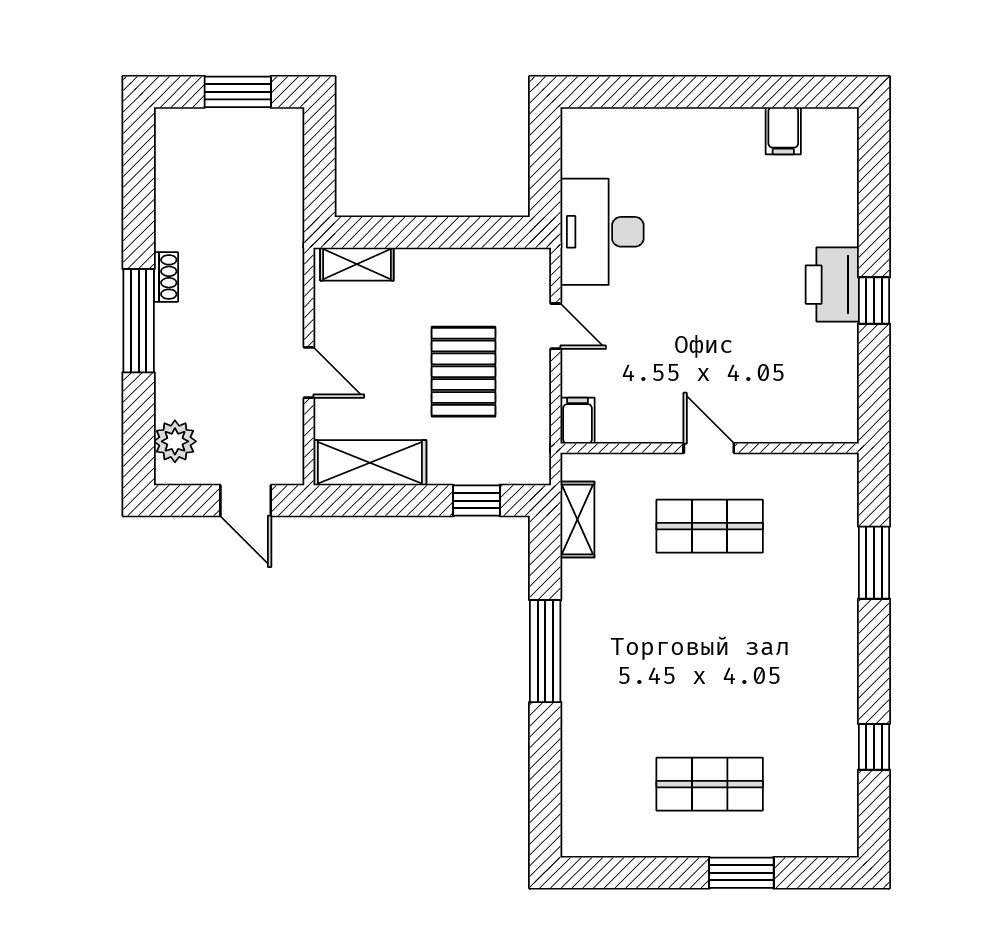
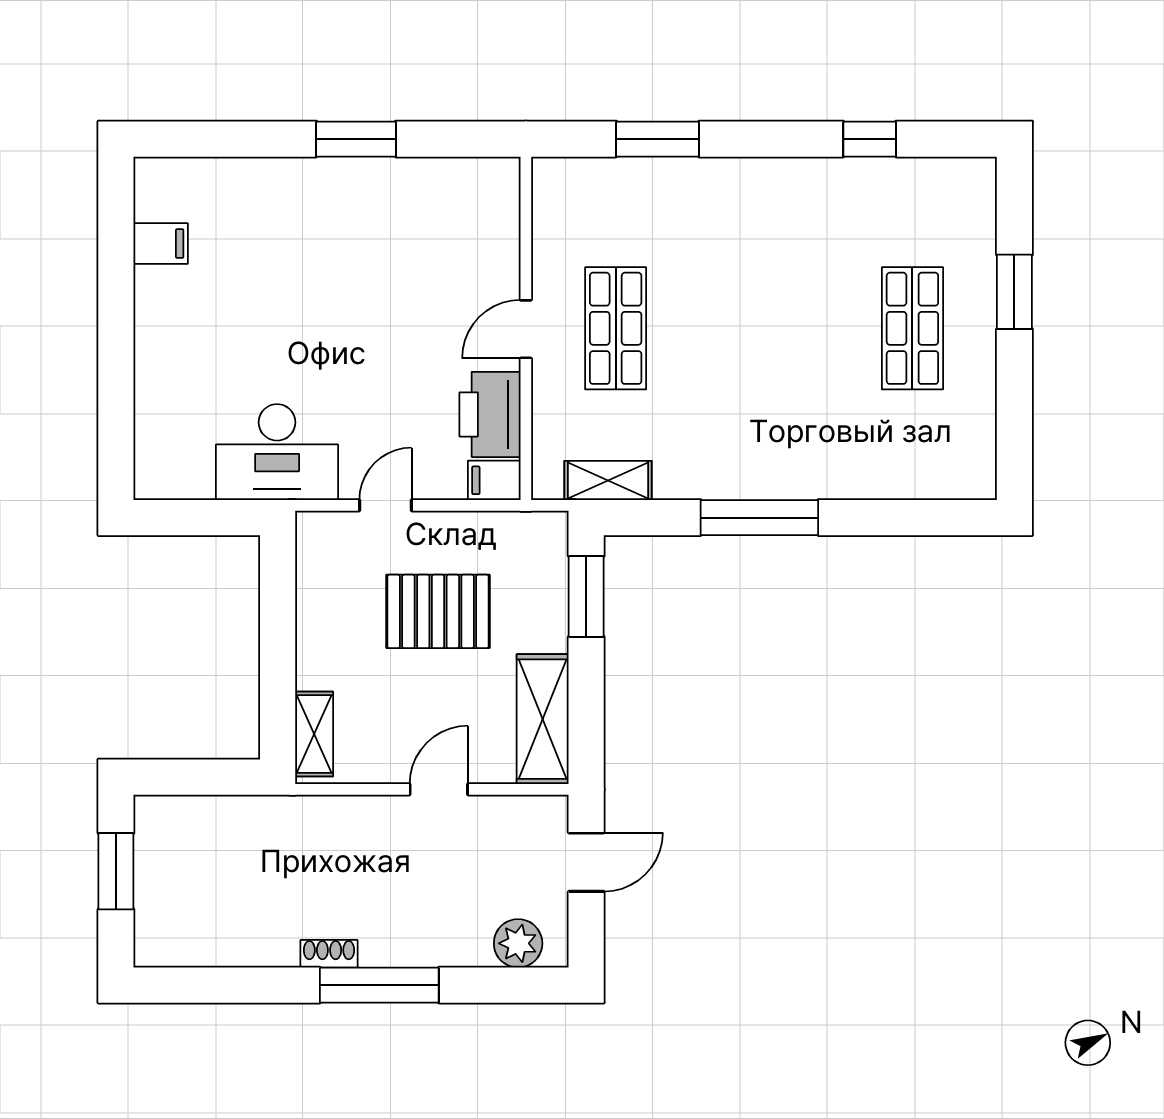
printer: (832, 285) -> (490, 414), moved, turned 90
window: (874, 300) -> (356, 139), width x1.50
window: (477, 501) -> (586, 596), width x1.50

